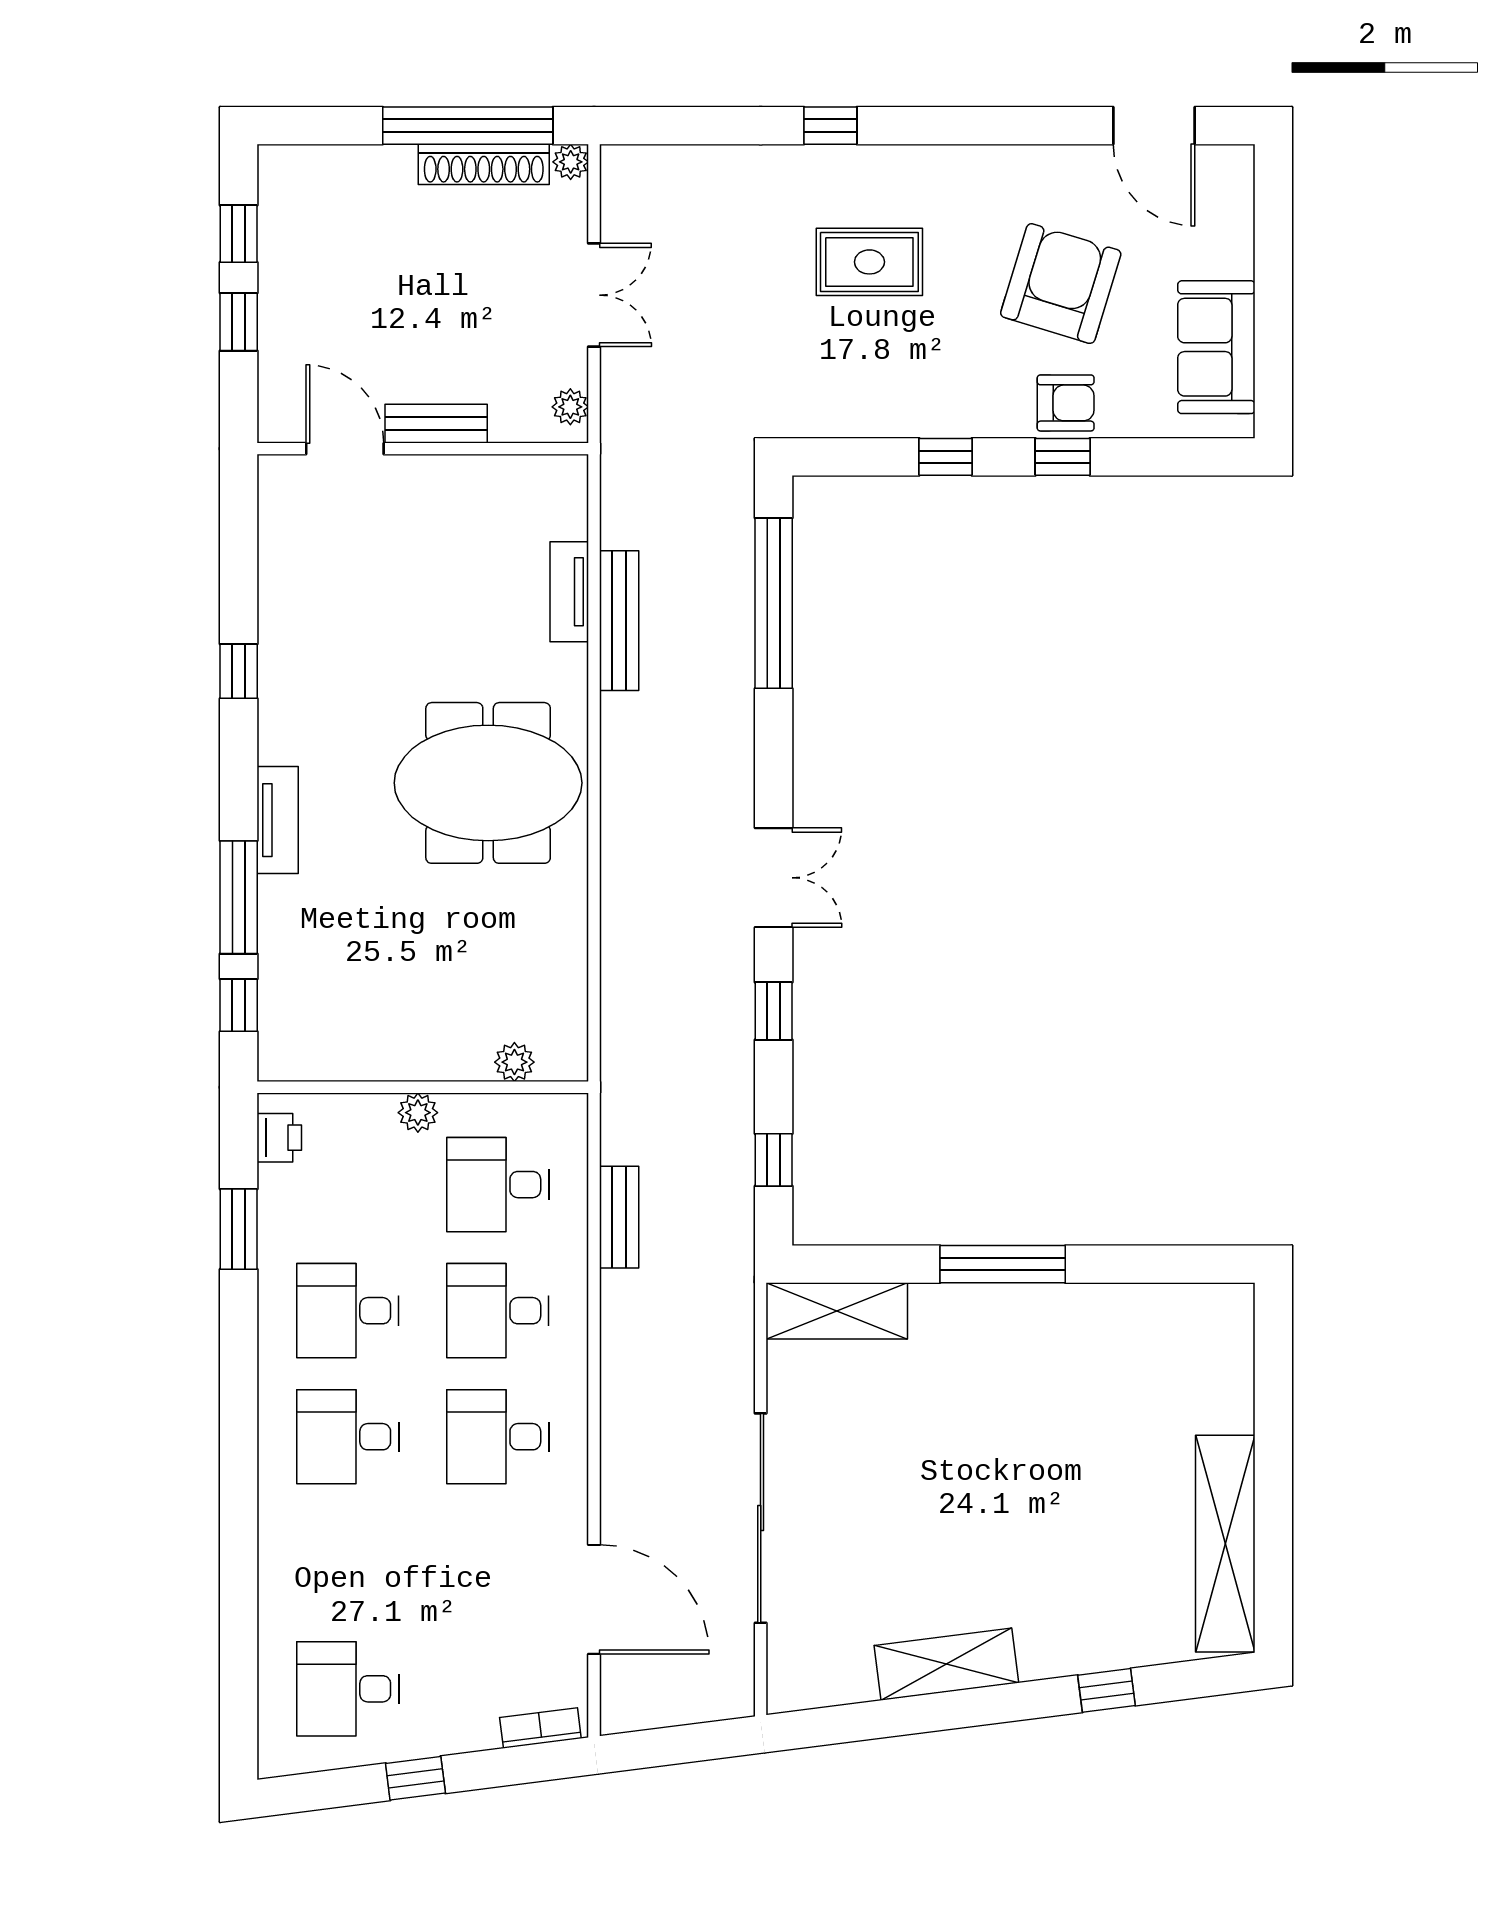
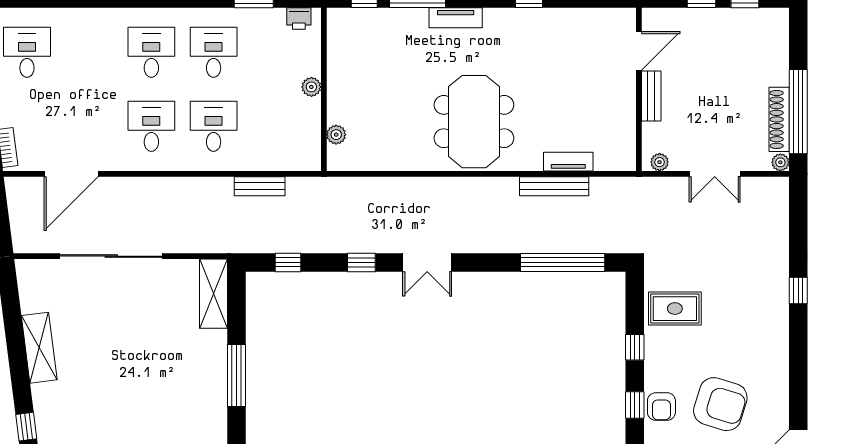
rug: (869, 262) -> (675, 309), moved, turned 90
desk: (498, 1185) -> (276, 126), removed

